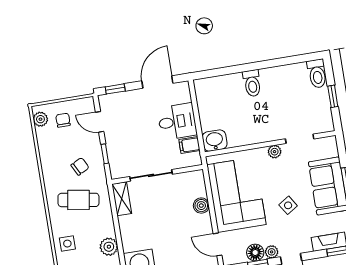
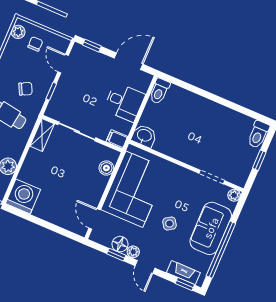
toilet: (252, 83) -> (159, 91), moved
filing cabinet: (189, 145) -> (117, 139), moved
plant: (275, 152) -> (234, 195), moved
boiler: (201, 206) -> (106, 168), moved

